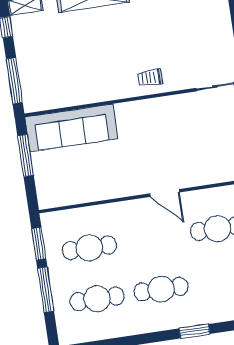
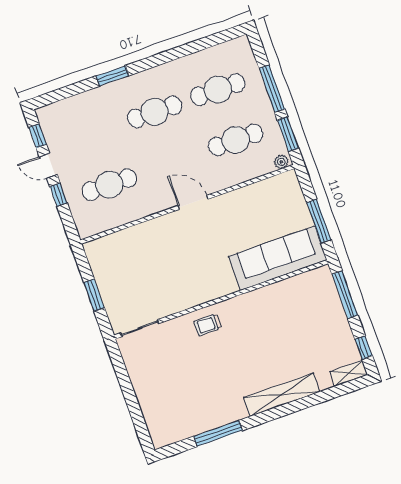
trolley: (150, 78) -> (208, 325), turned 180
door: (165, 193) -> (193, 202), moved
plant: (50, 218) -> (281, 162), added

